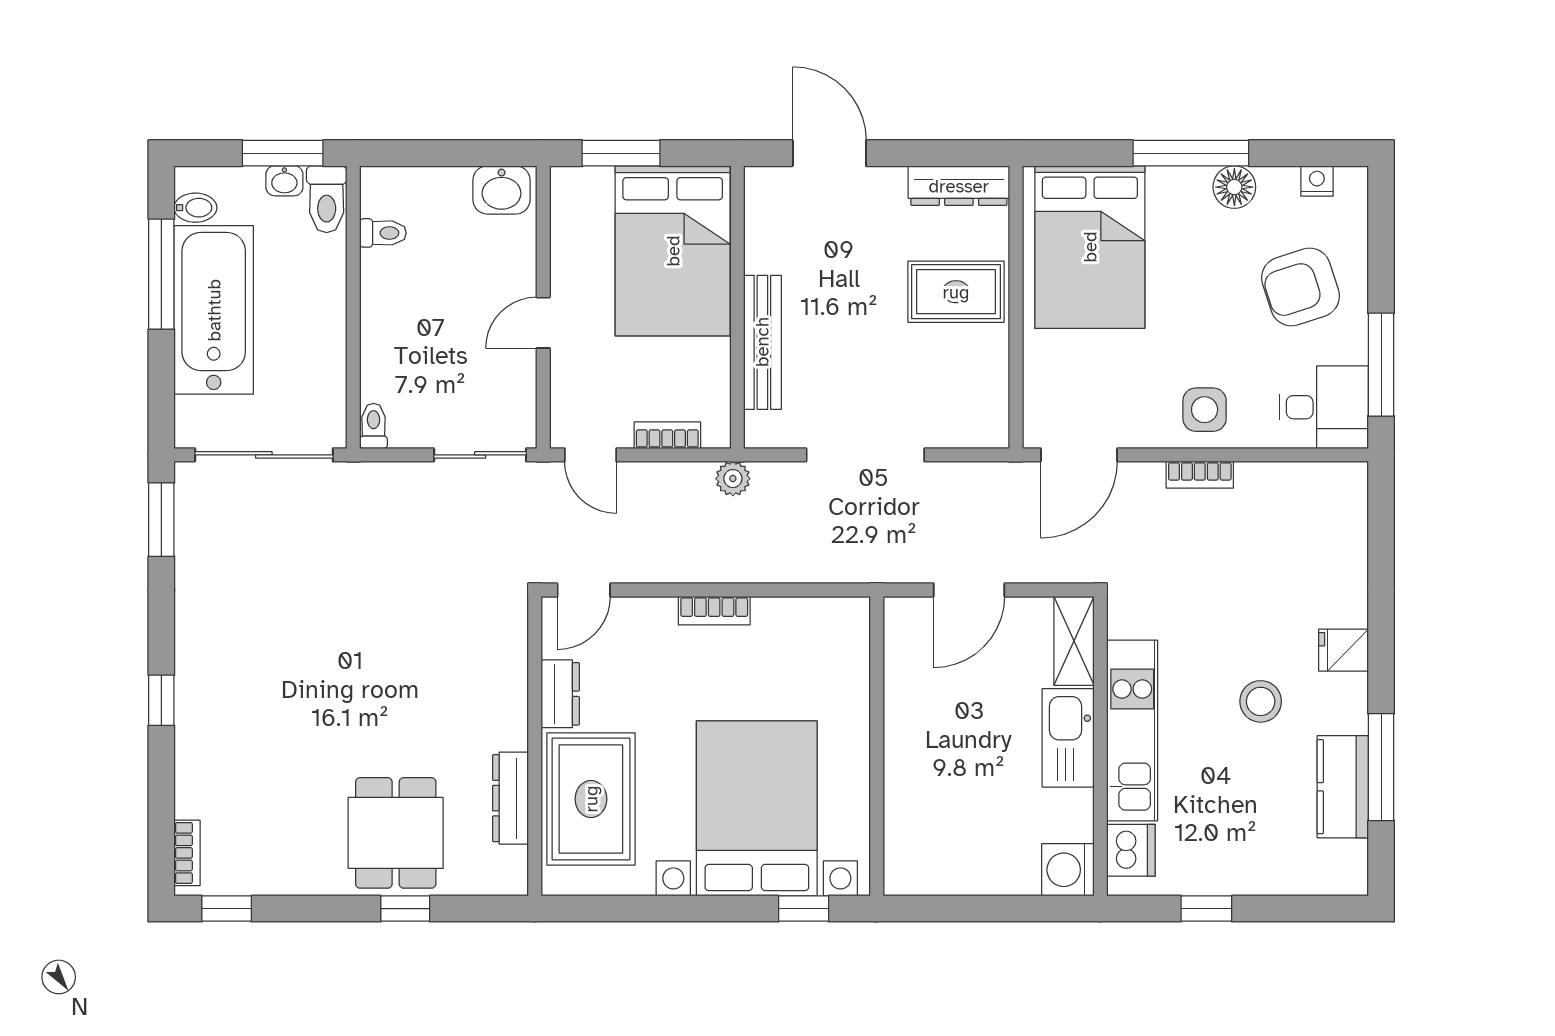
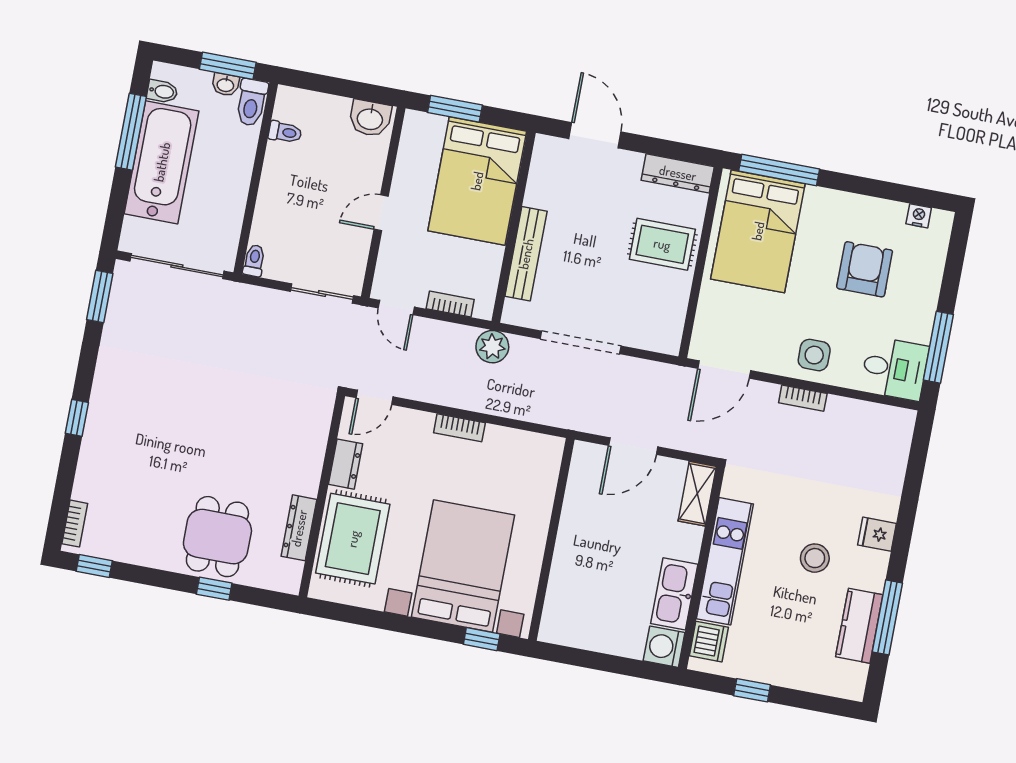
window: (1191, 153) -> (779, 170), moved
floor lamp: (1234, 187) -> (862, 209), removed
armchair: (1300, 287) -> (865, 269), moved, turned 108
plant: (733, 479) -> (492, 347), width x1.38, depth x1.38
kitchen sink: (1068, 738) -> (674, 594), moved

